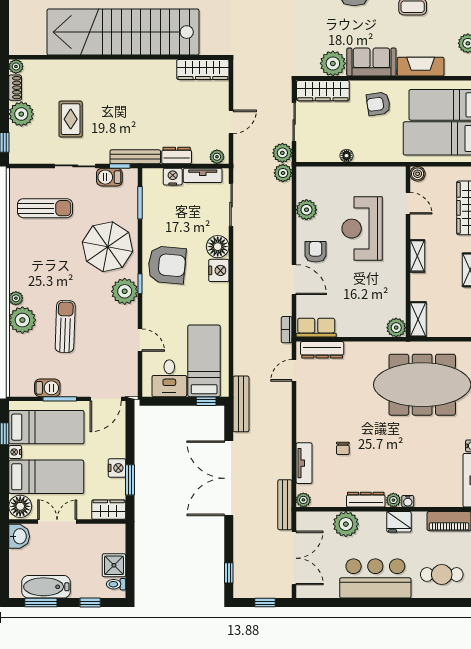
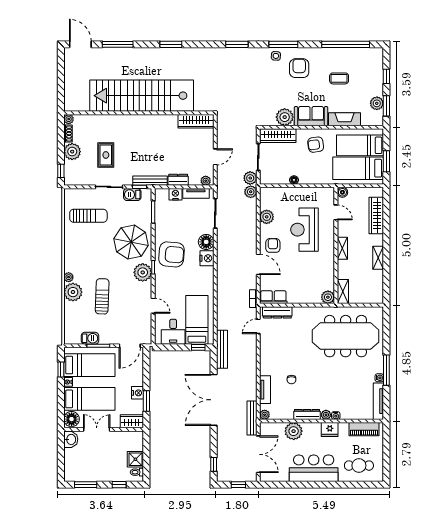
bathtub: (46, 587) -> (89, 474), removed

